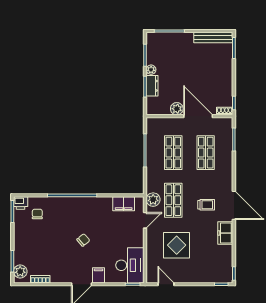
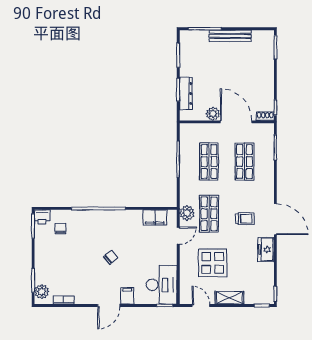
bench: (213, 38) -> (230, 36), moved
plant: (151, 70) -> (185, 71), removed
dresser: (152, 86) -> (186, 93), width x1.44
shelving: (192, 277) -> (229, 298), added

